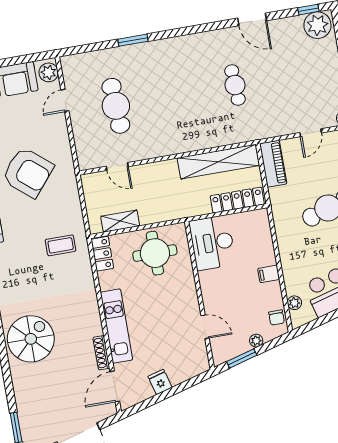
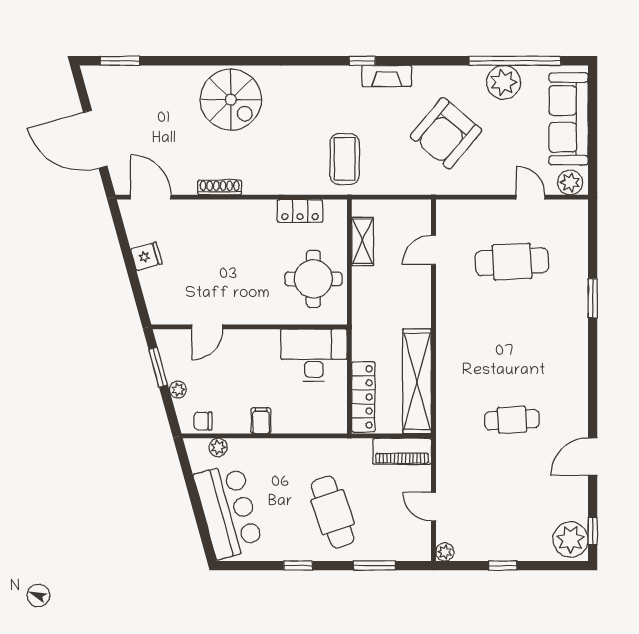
coffee table: (61, 245) -> (345, 159), width x1.36, depth x1.30
locker: (102, 254) -> (300, 211), moved
kitchen unit: (116, 326) -> (228, 213), removed
shoe rack: (101, 353) -> (220, 188), moved

